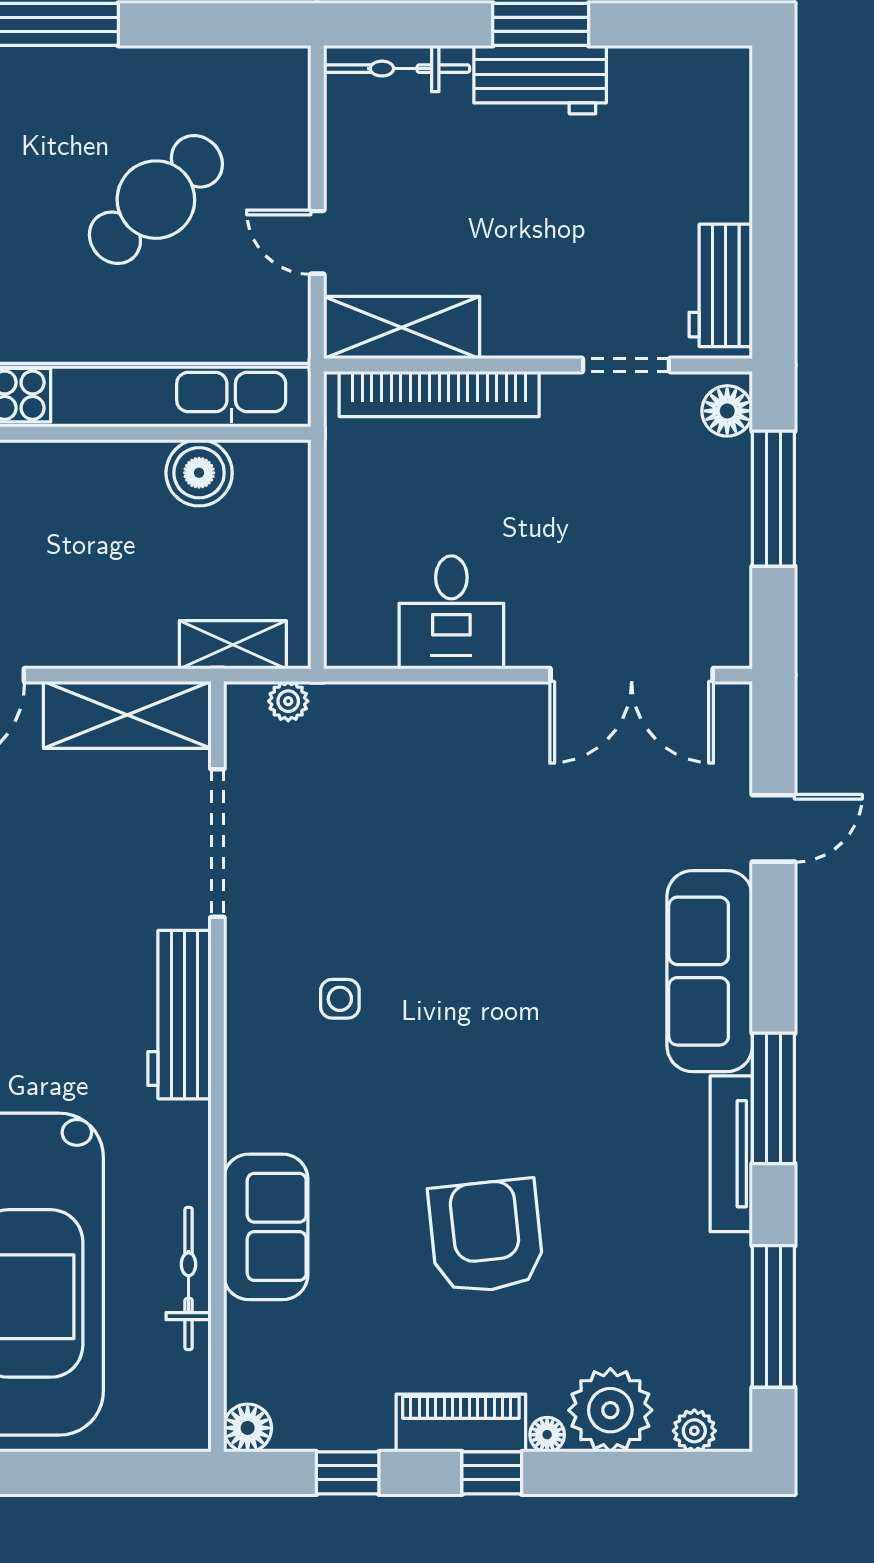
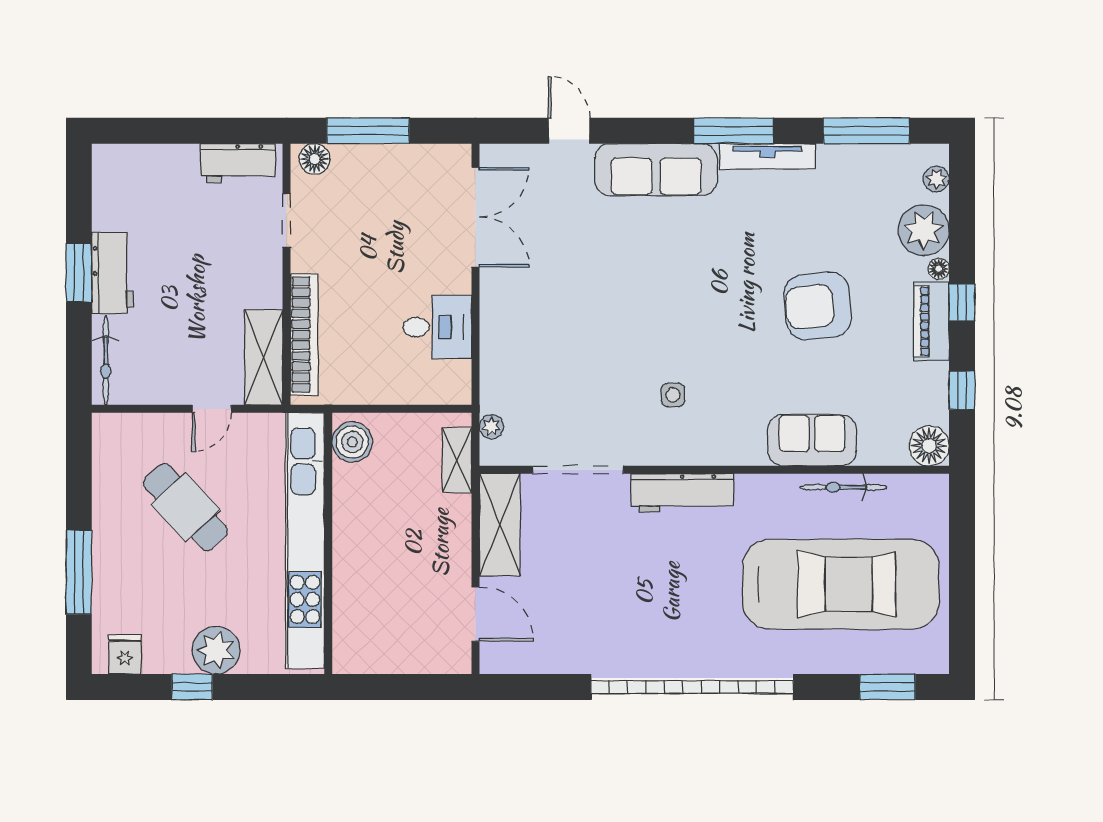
boiler: (199, 473) -> (352, 442), moved
floor lamp: (248, 1428) -> (929, 446), width x1.38, depth x1.38

